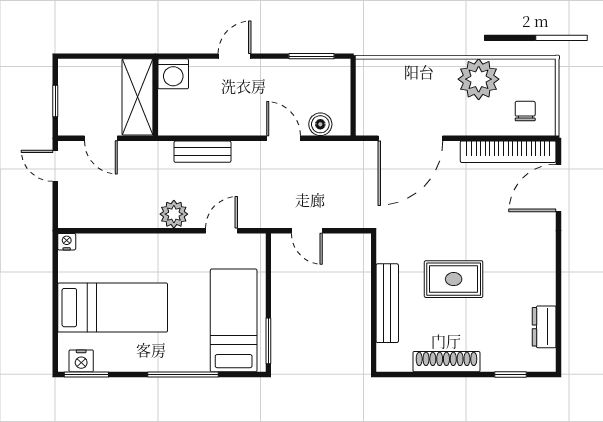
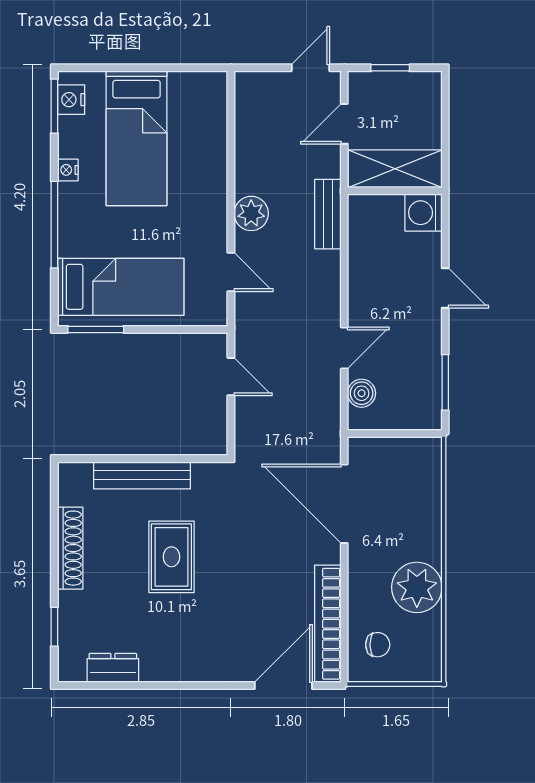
bench: (202, 152) -> (328, 214), moved
door: (558, 188) -> (283, 686), hinge flipped
door: (307, 231) -> (231, 377), swing flipped
nightstand: (67, 242) -> (68, 170), moved, turned 180

